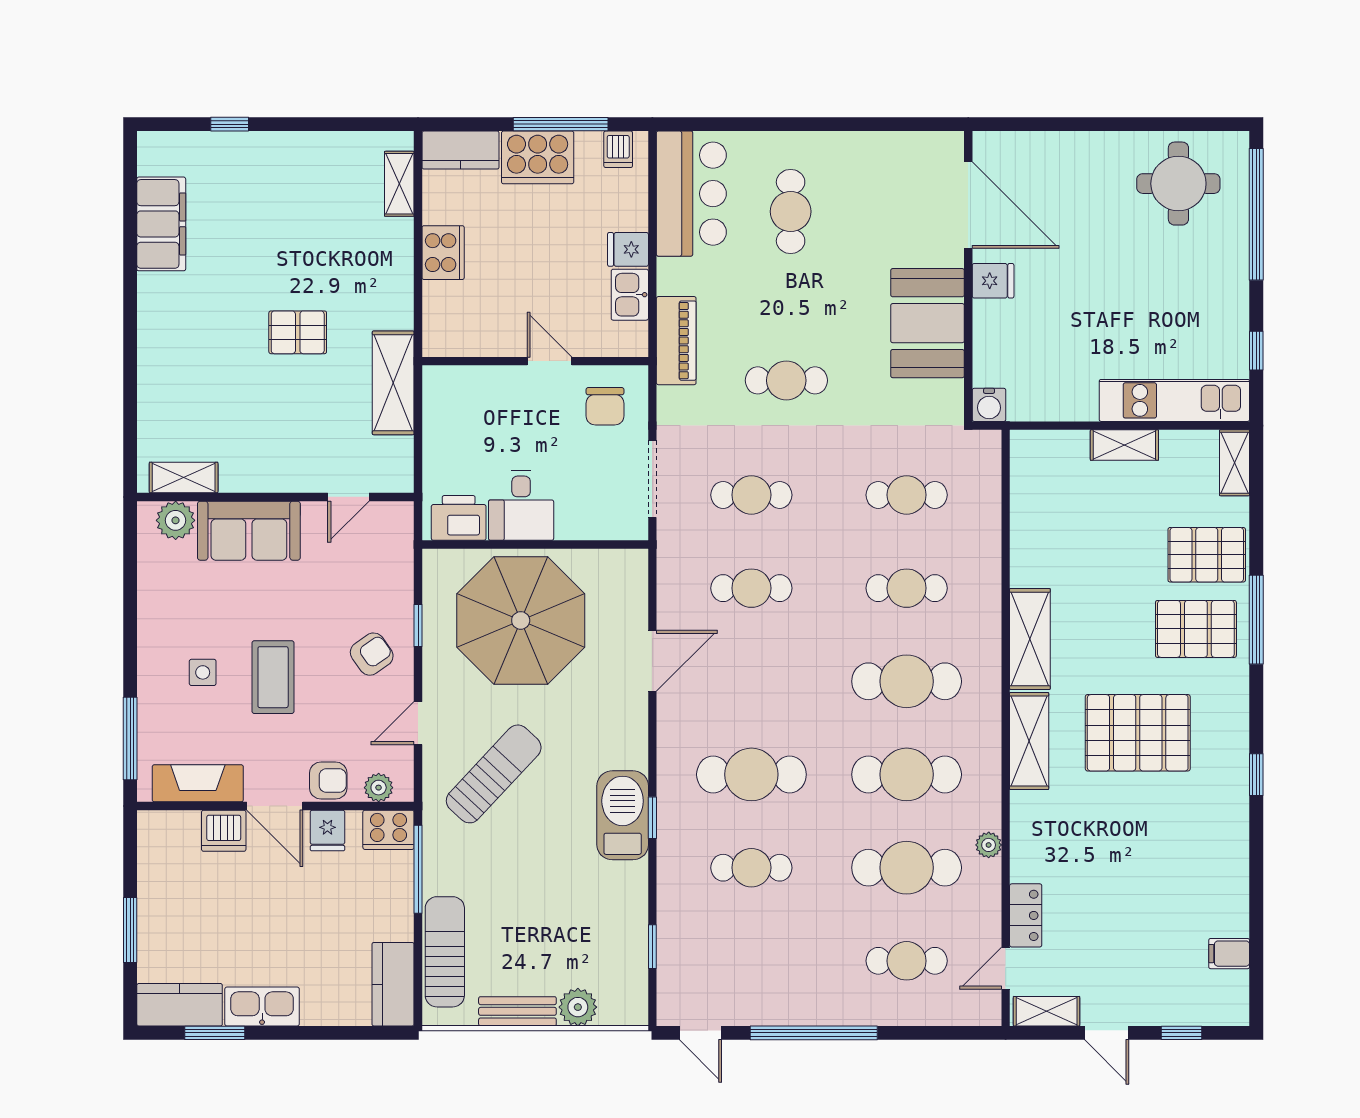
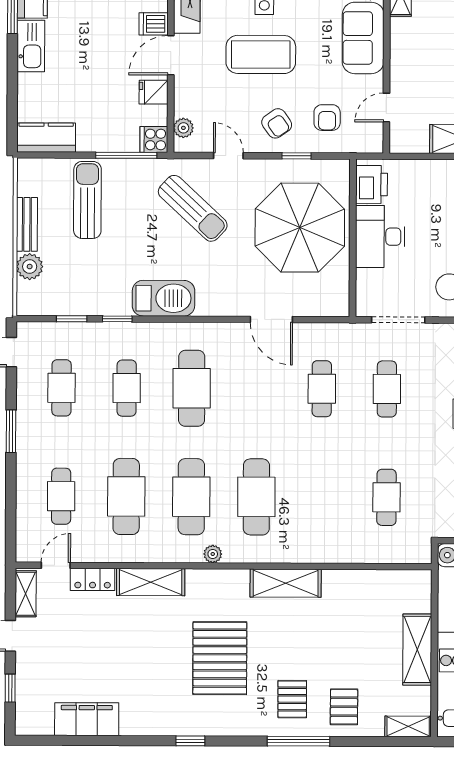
shelving: (1124, 445) -> (417, 650), width x1.50, depth x1.33
door: (348, 497) -> (386, 108), hinge flipped
desk: (521, 505) -> (380, 237), width x1.37
pallet: (1207, 555) -> (344, 707), width x0.67, depth x0.71
cafe table: (907, 588) -> (62, 388), moved
pallet: (1196, 629) -> (292, 699), width x0.67, depth x0.71
coffee table: (273, 677) -> (261, 54), width x1.36, depth x1.32
shelving: (1029, 741) -> (151, 582), moved
armchair: (328, 781) -> (327, 118), moved
window: (652, 818) -> (117, 319), moved
cooker: (388, 830) -> (154, 139), width x0.73
dishwasher: (224, 831) -> (154, 24), width x0.73
plant: (989, 845) -> (213, 554), moved
sun lounger: (445, 952) -> (87, 200), moved, turned -90
filing cabinet: (1229, 954) -> (87, 719), width x3.00, depth x1.17
door: (1006, 968) -> (56, 565), hinge flipped
window: (814, 1033) -> (11, 431), width x0.47

